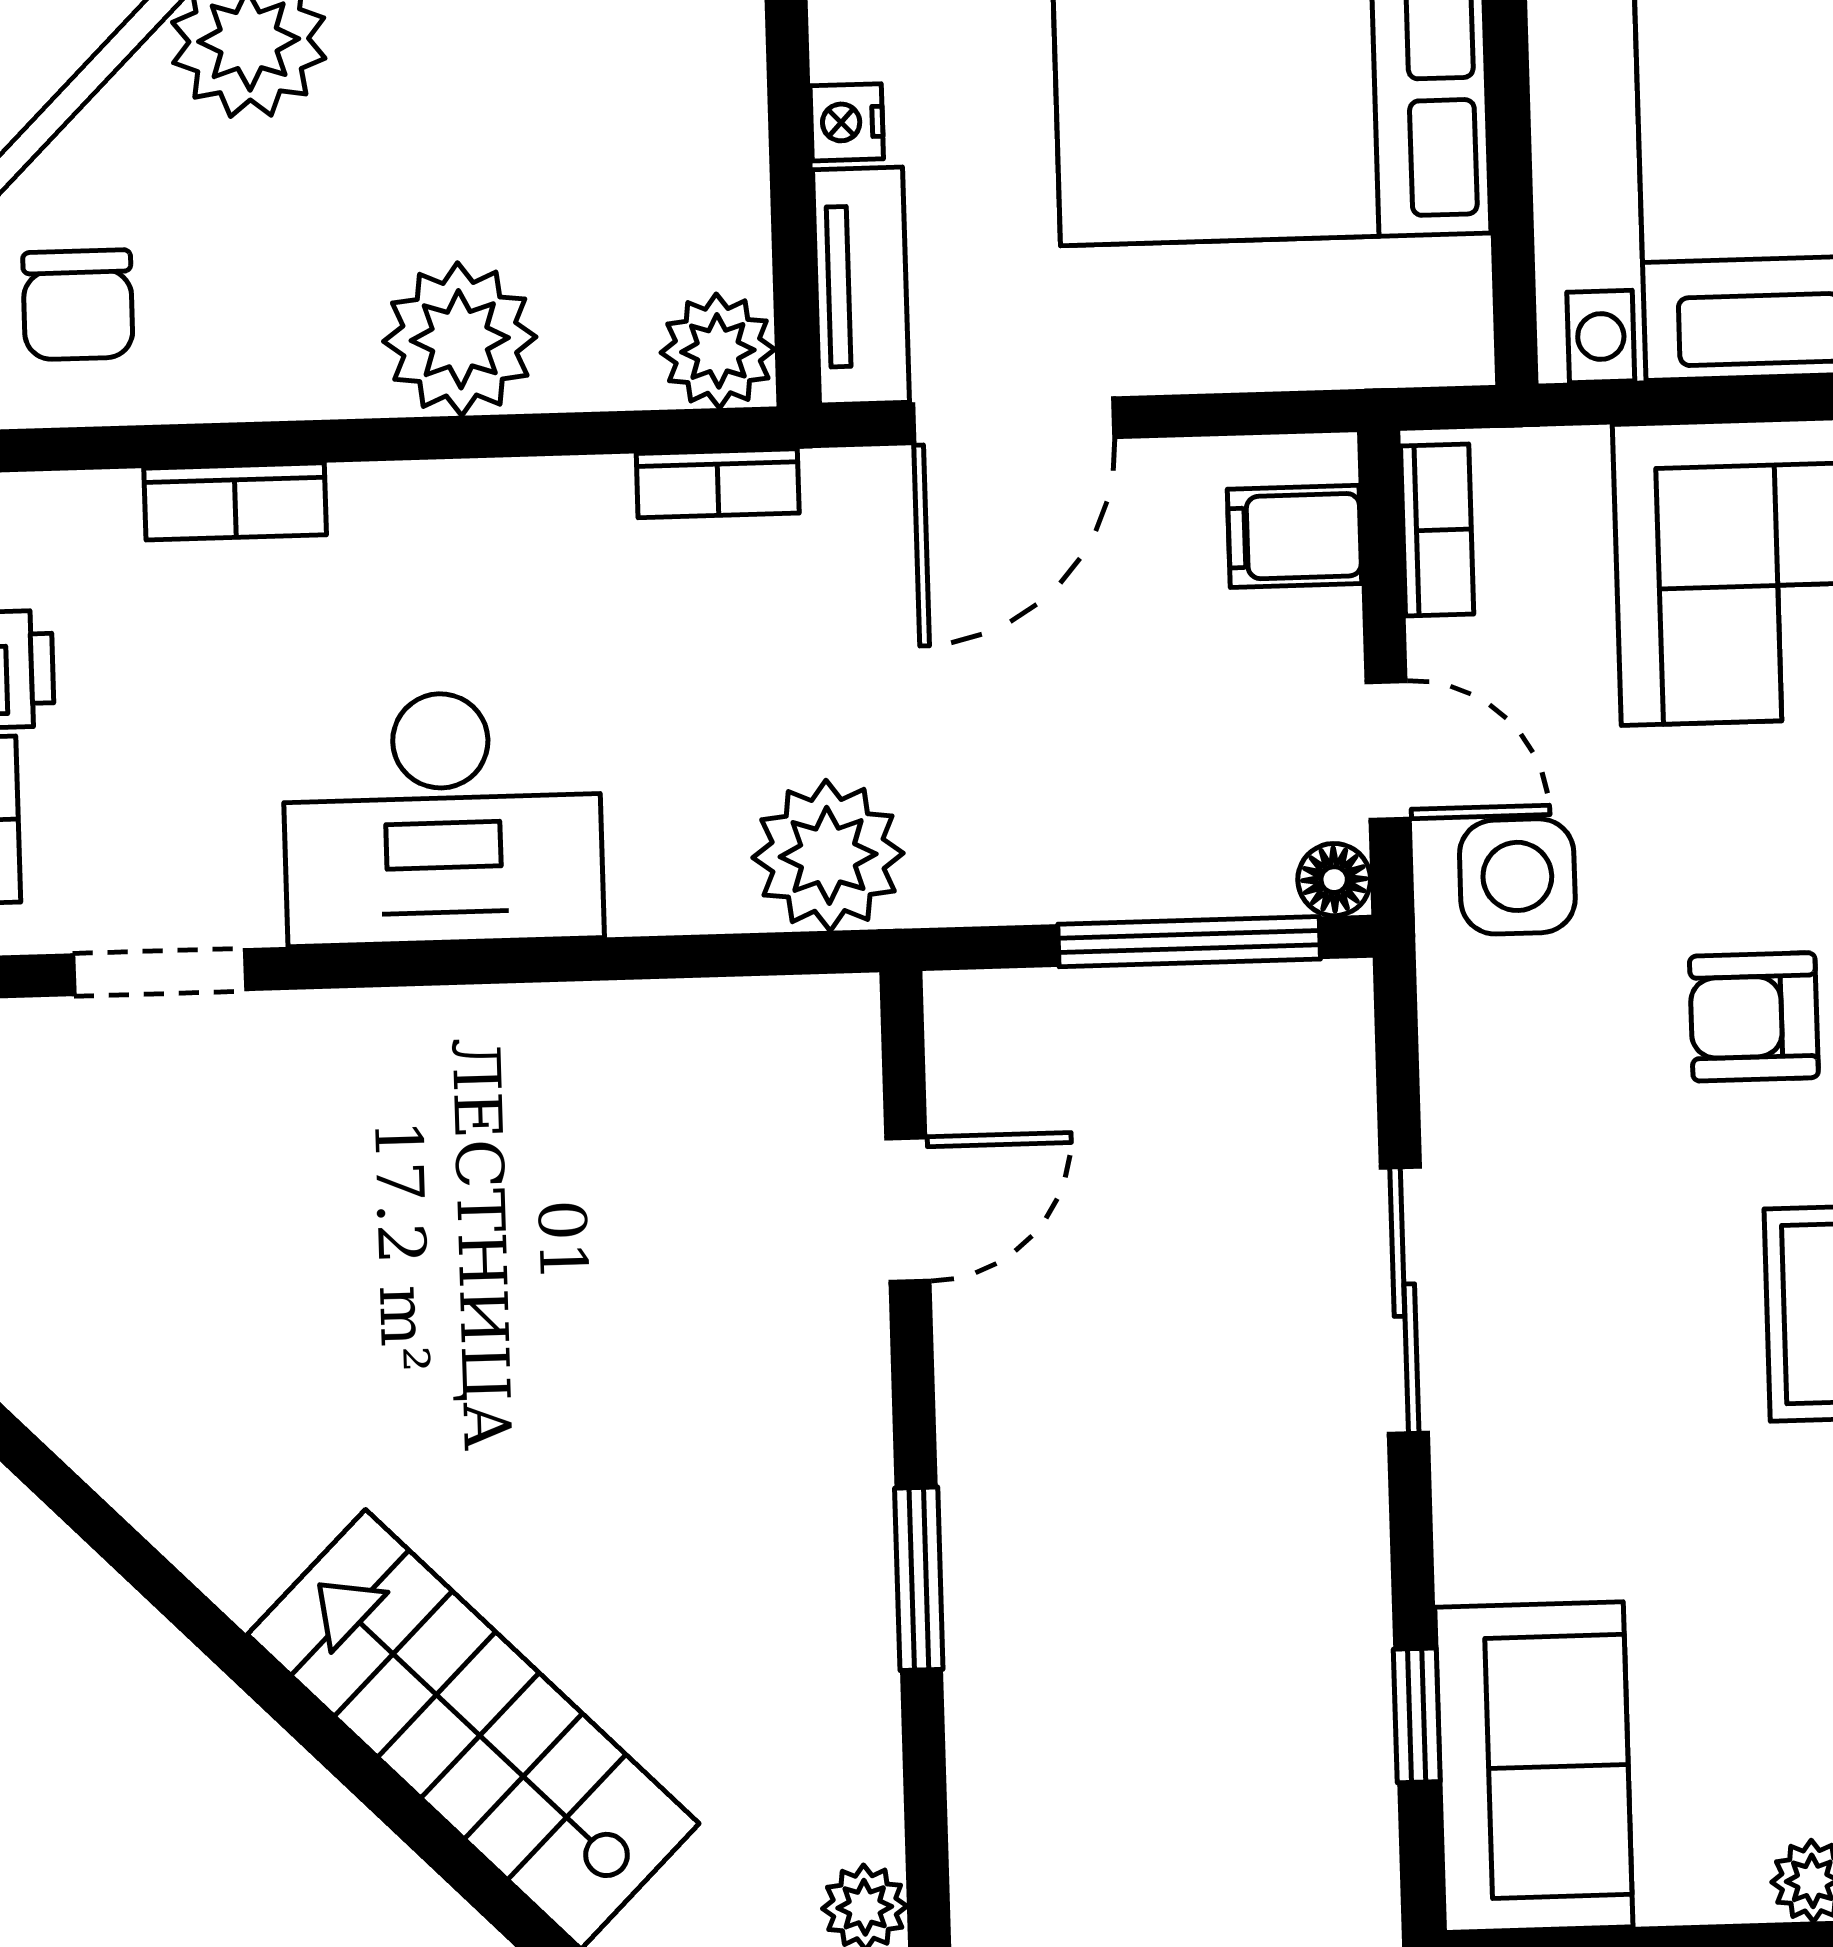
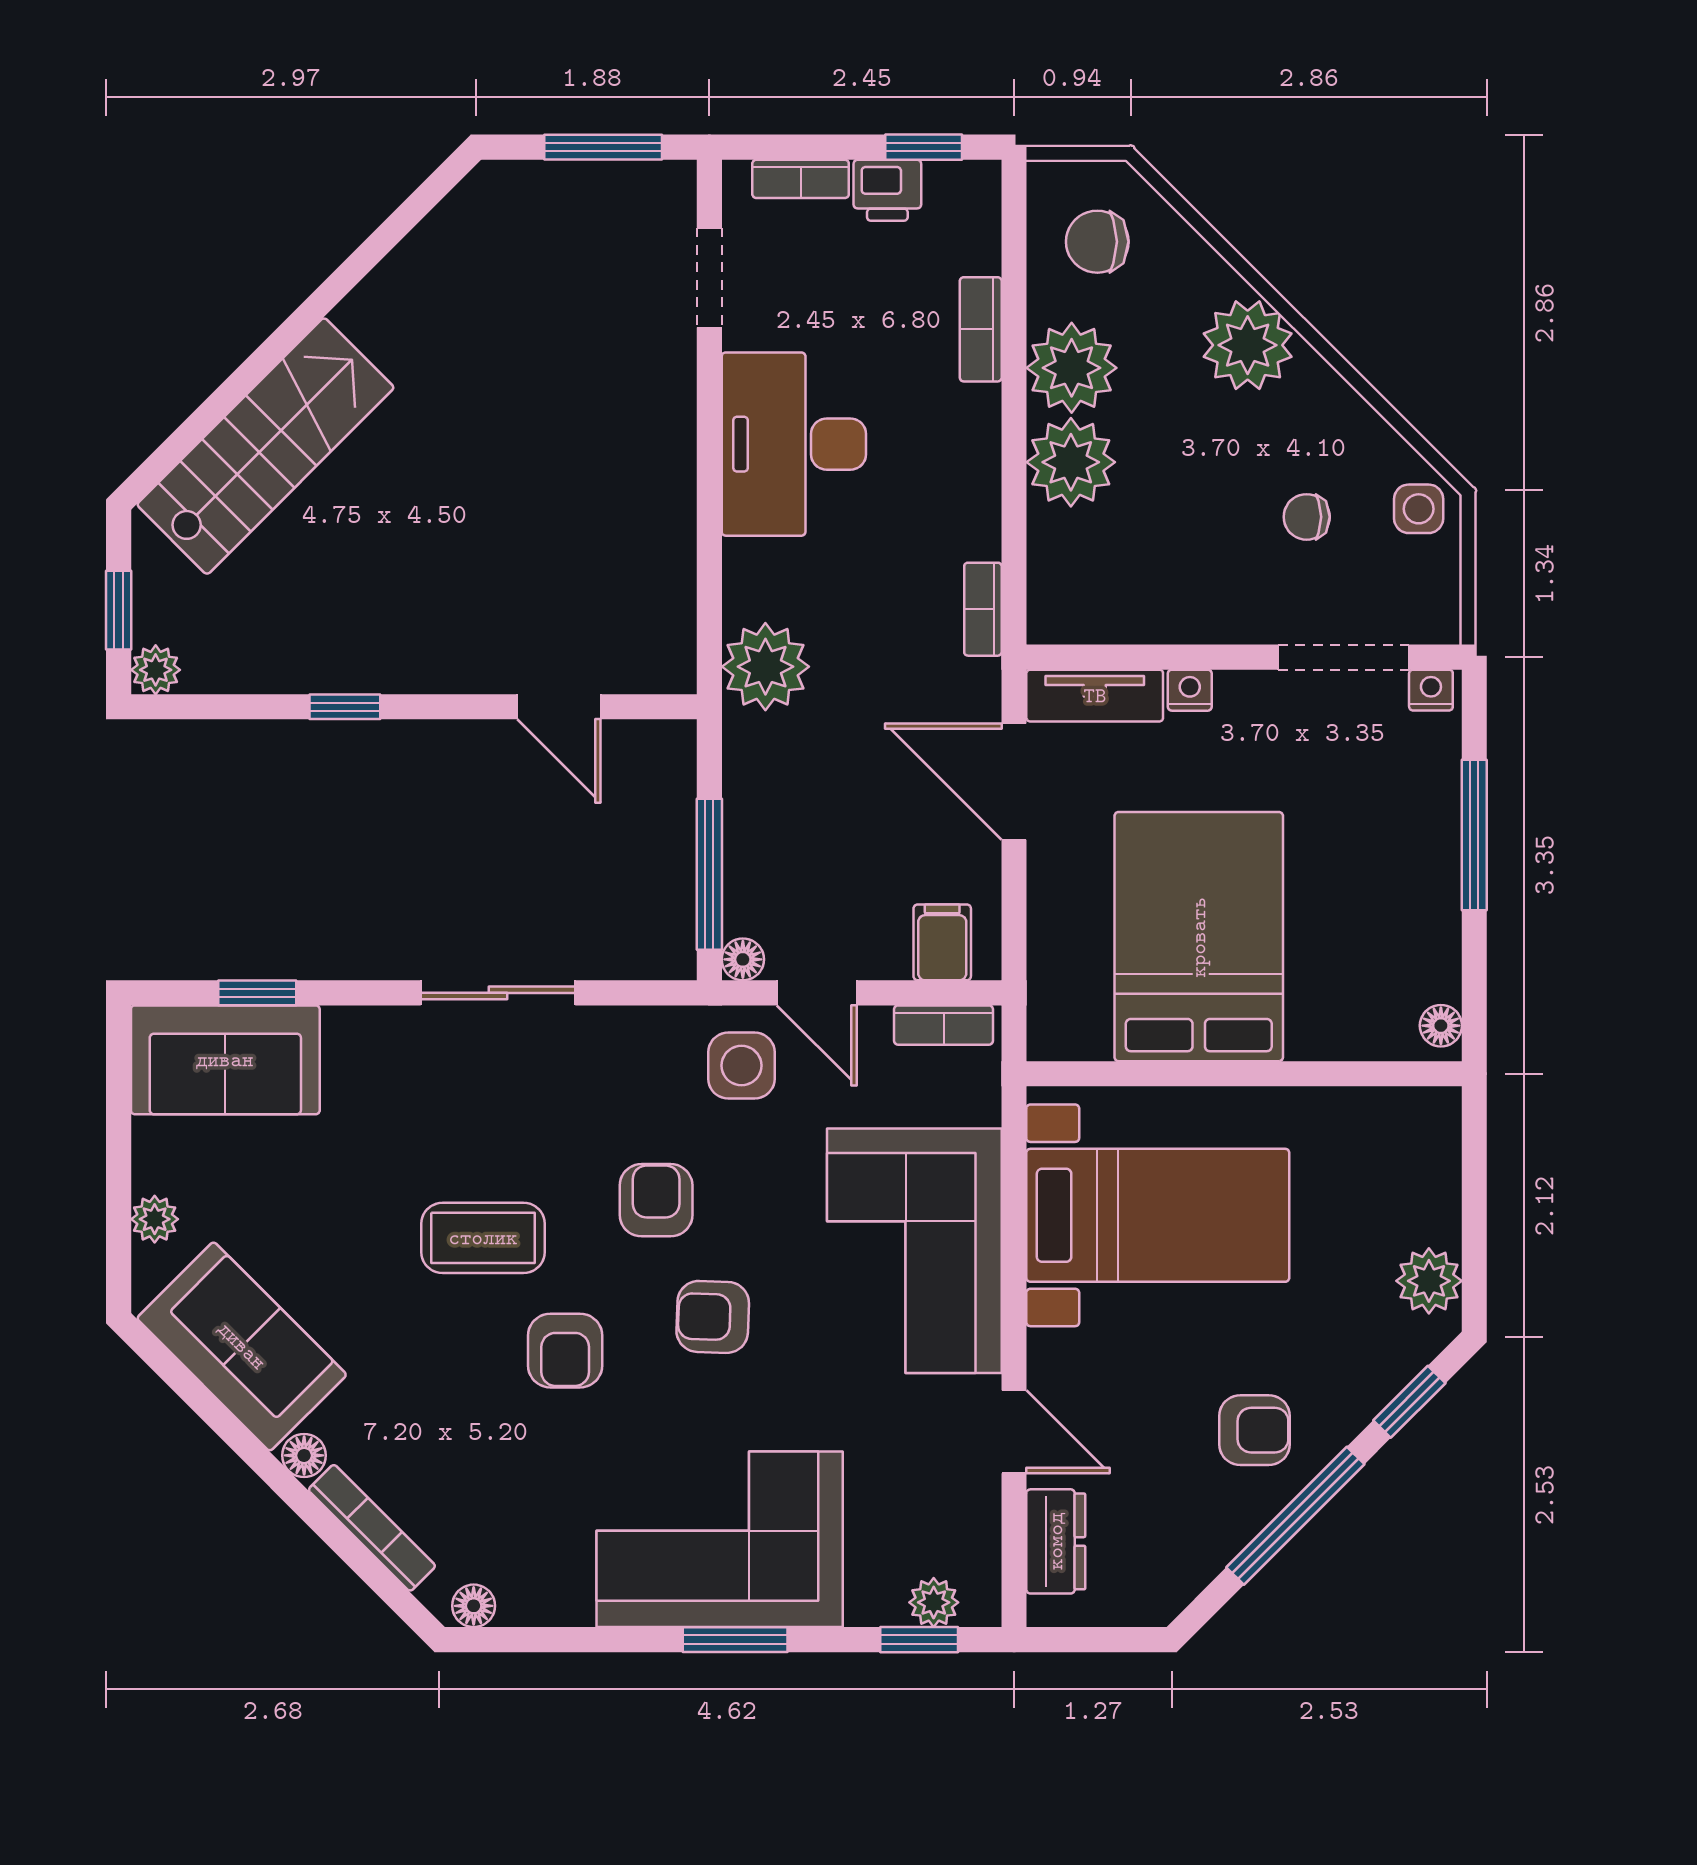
plant: (718, 351) -> (1072, 368), moved, width x1.36, depth x1.36
door: (1388, 750) -> (817, 993), hinge flipped
window: (919, 1579) -> (345, 707), width x0.67

